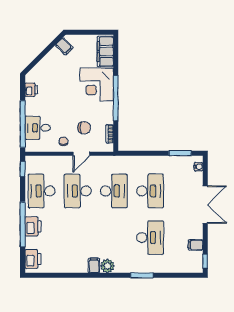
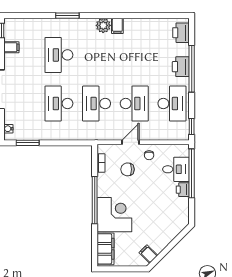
printer: (31, 90) -> (183, 190), moved

